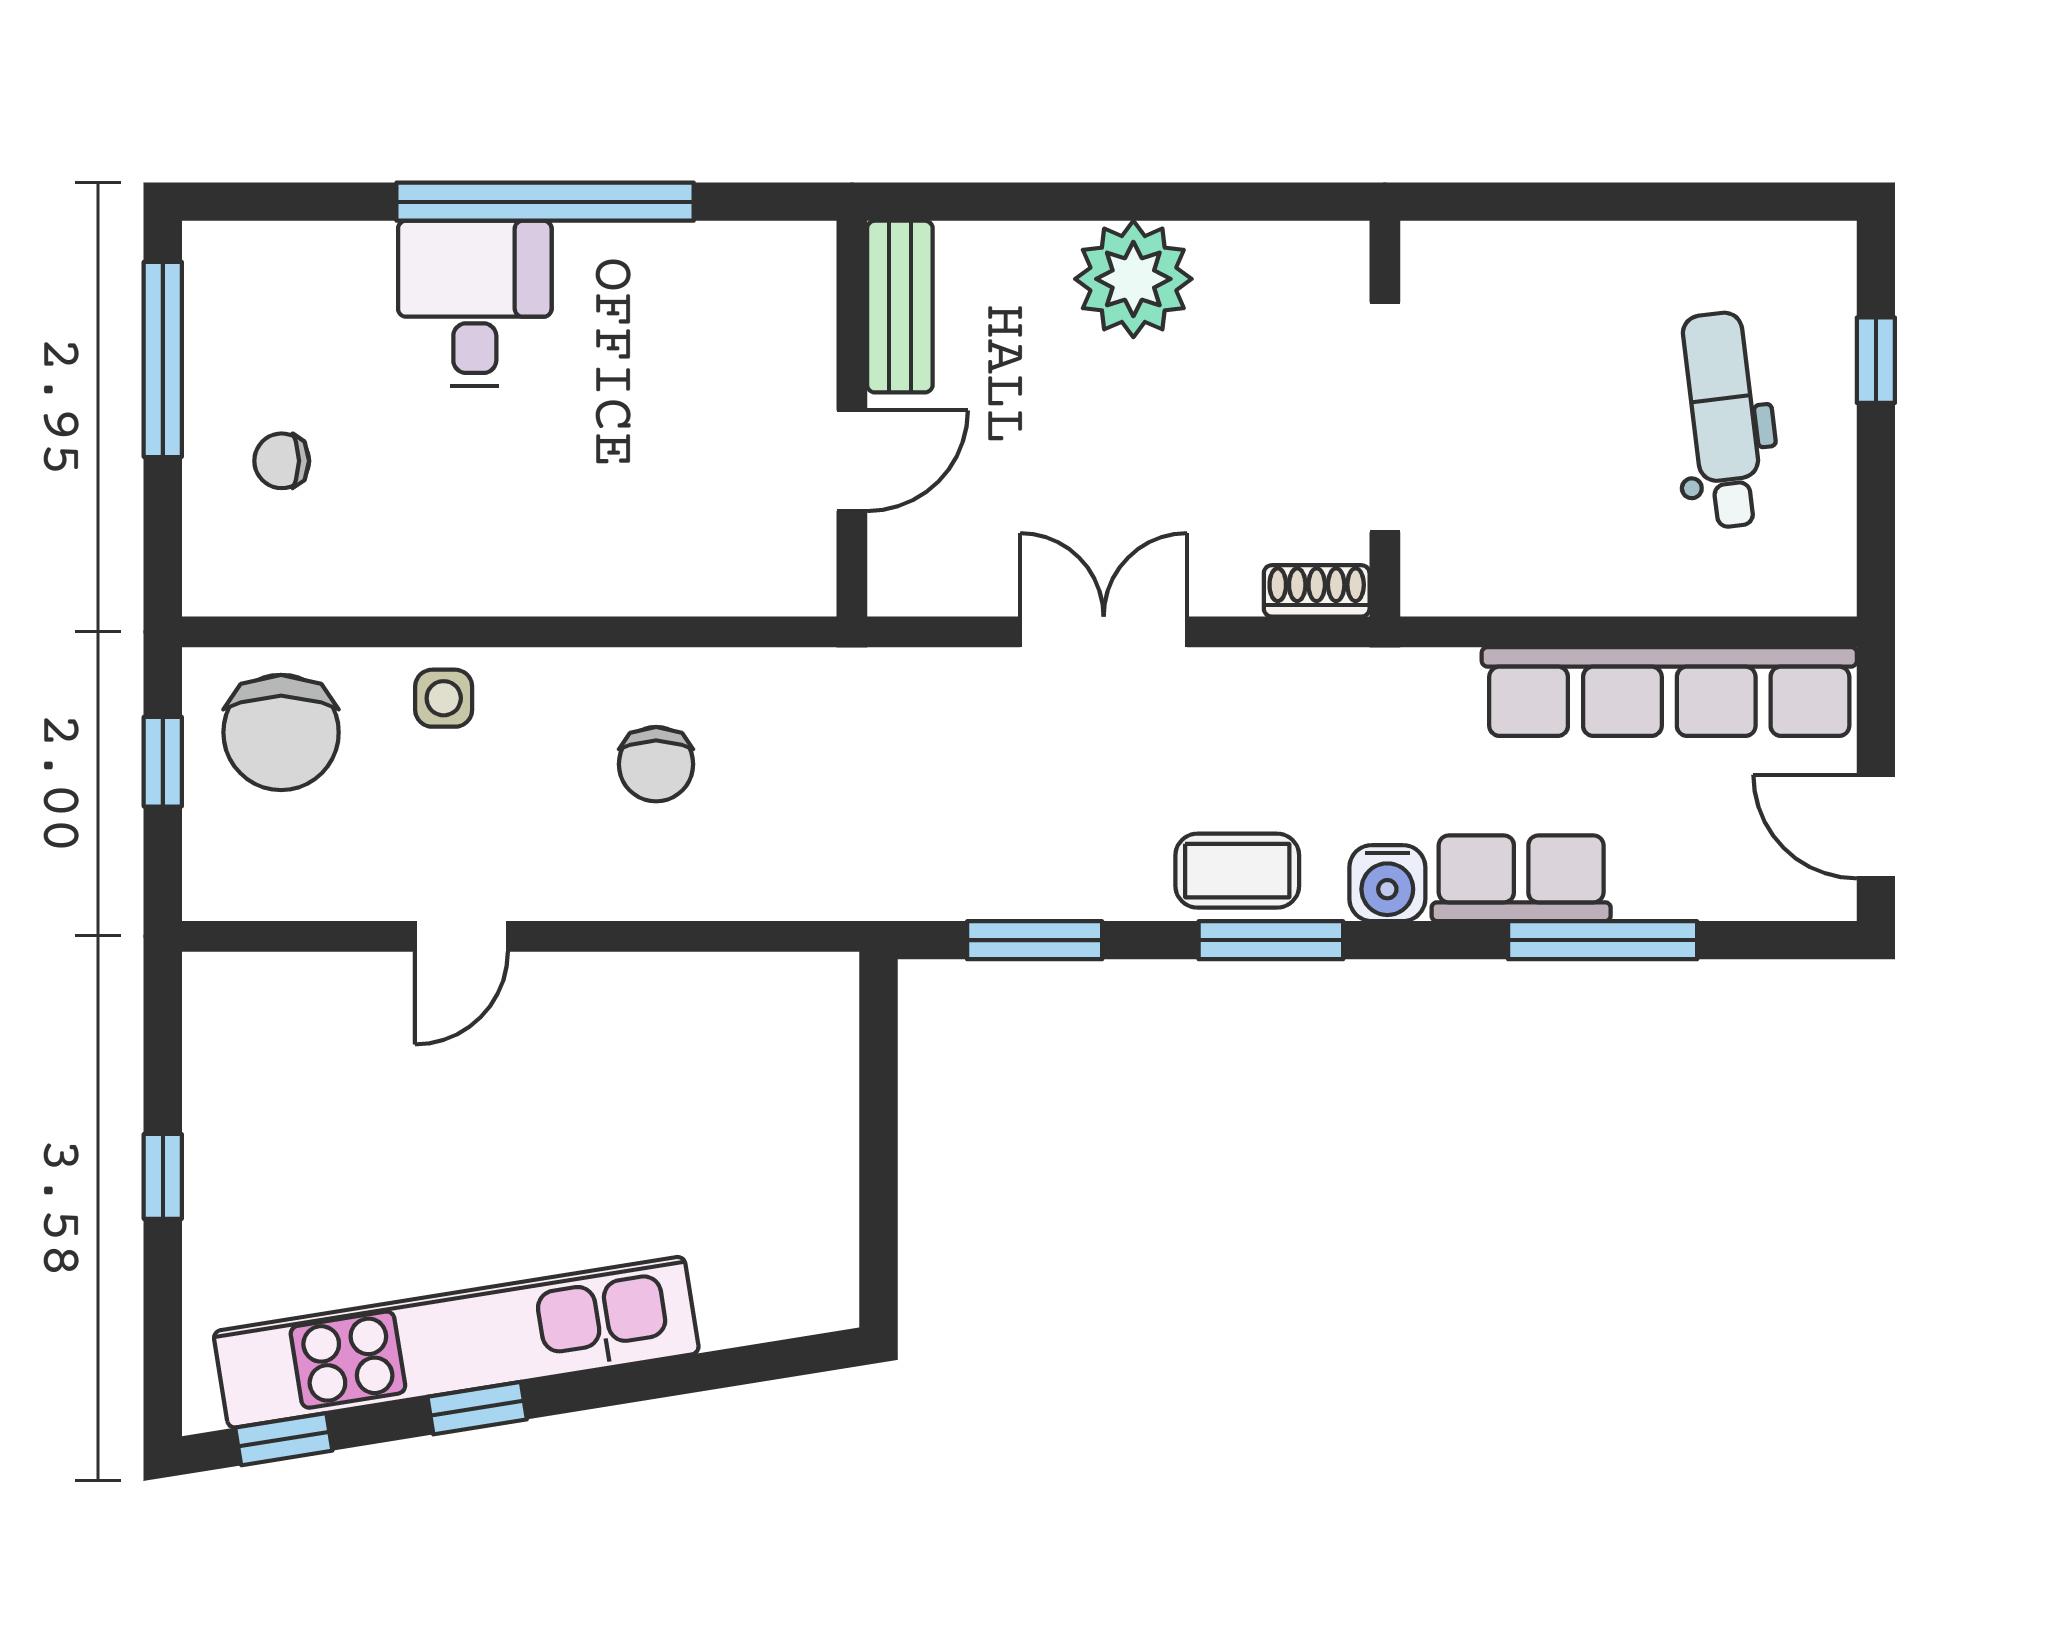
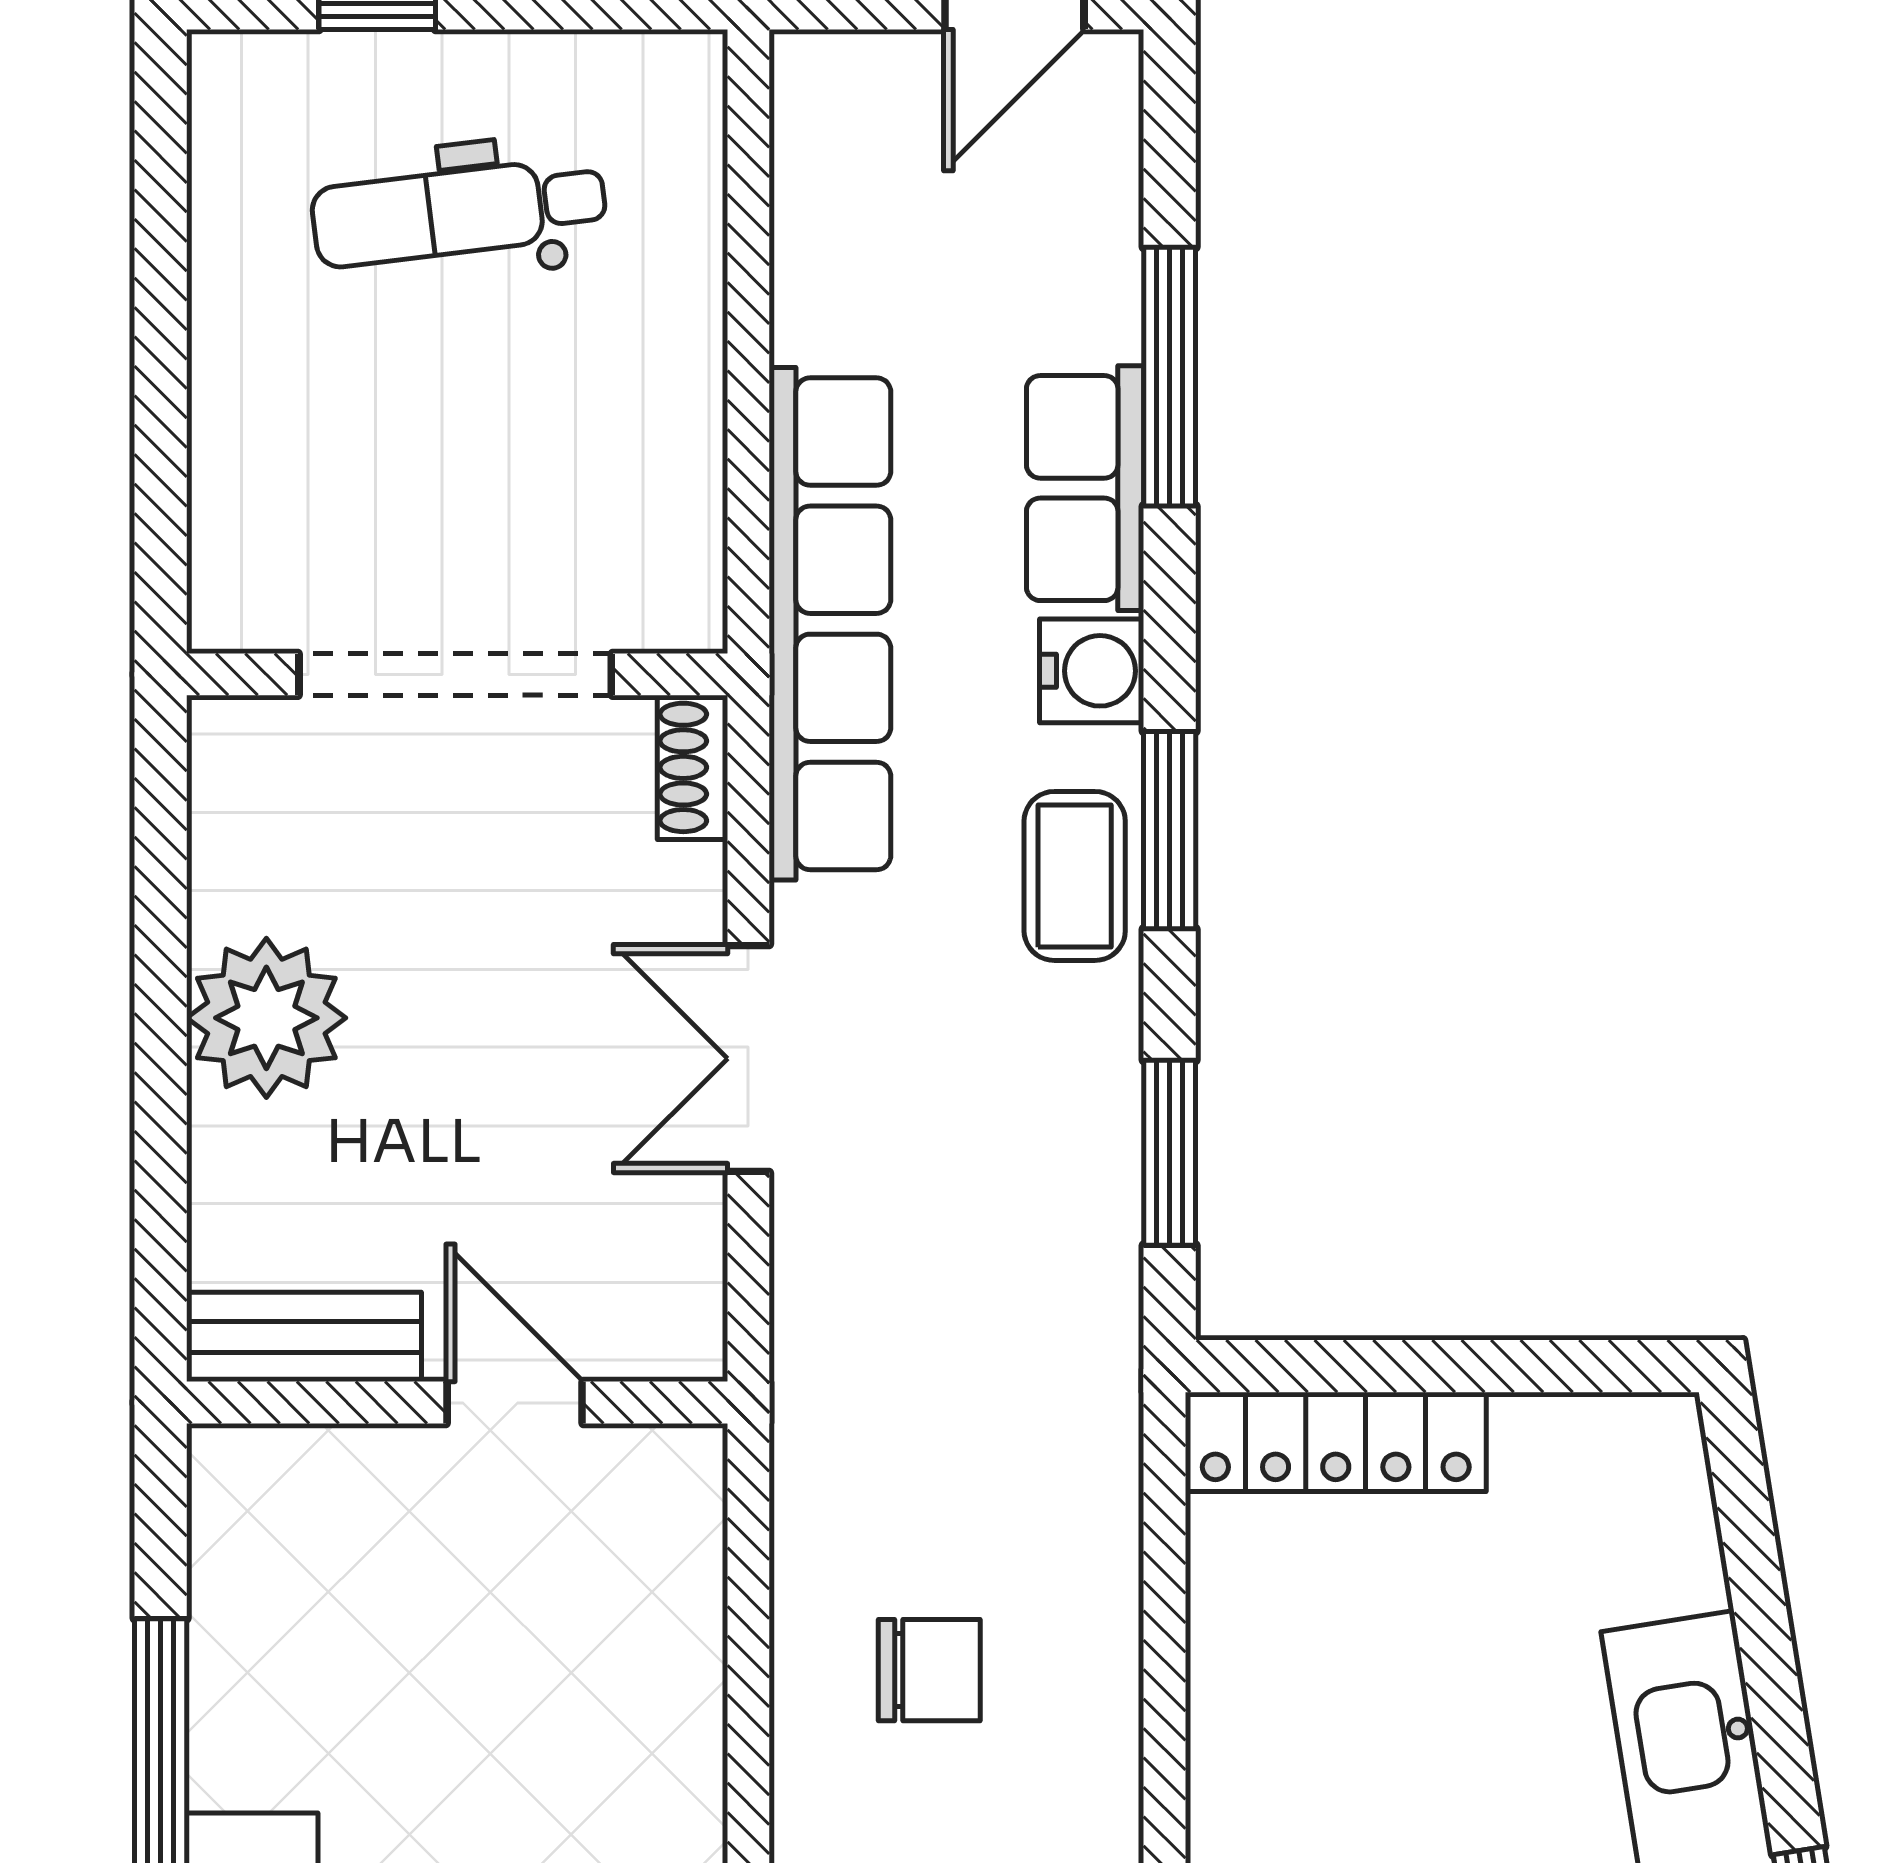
row of seats: (1669, 692) -> (830, 624), moved
locker: (823, 1062) -> (1336, 1442), added

